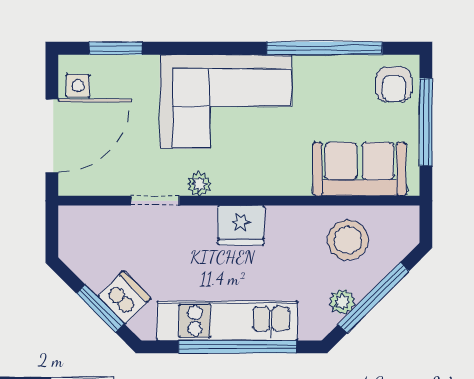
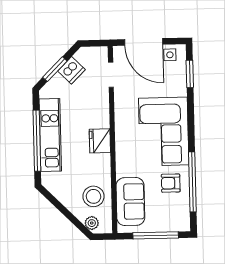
armchair: (394, 84) -> (171, 183), moved
plant: (199, 184) -> (121, 119), removed
doorway: (155, 201) -> (111, 75), moved
dishwasher: (124, 298) -> (71, 70), moved
window: (374, 298) -> (64, 211), removed
plant: (342, 302) -> (92, 223), moved

